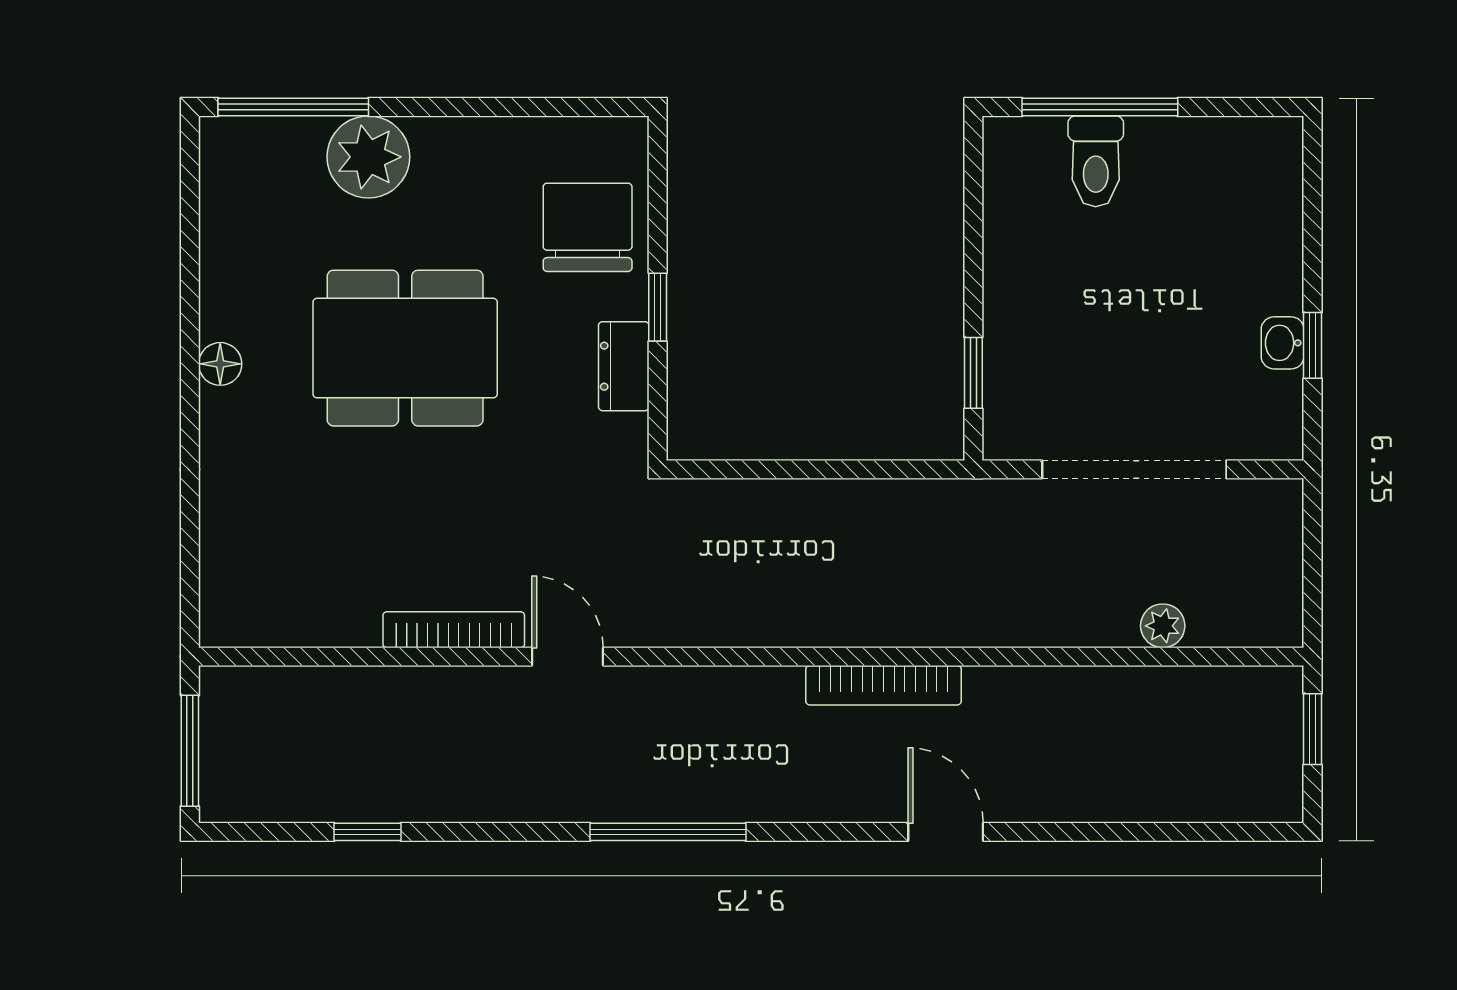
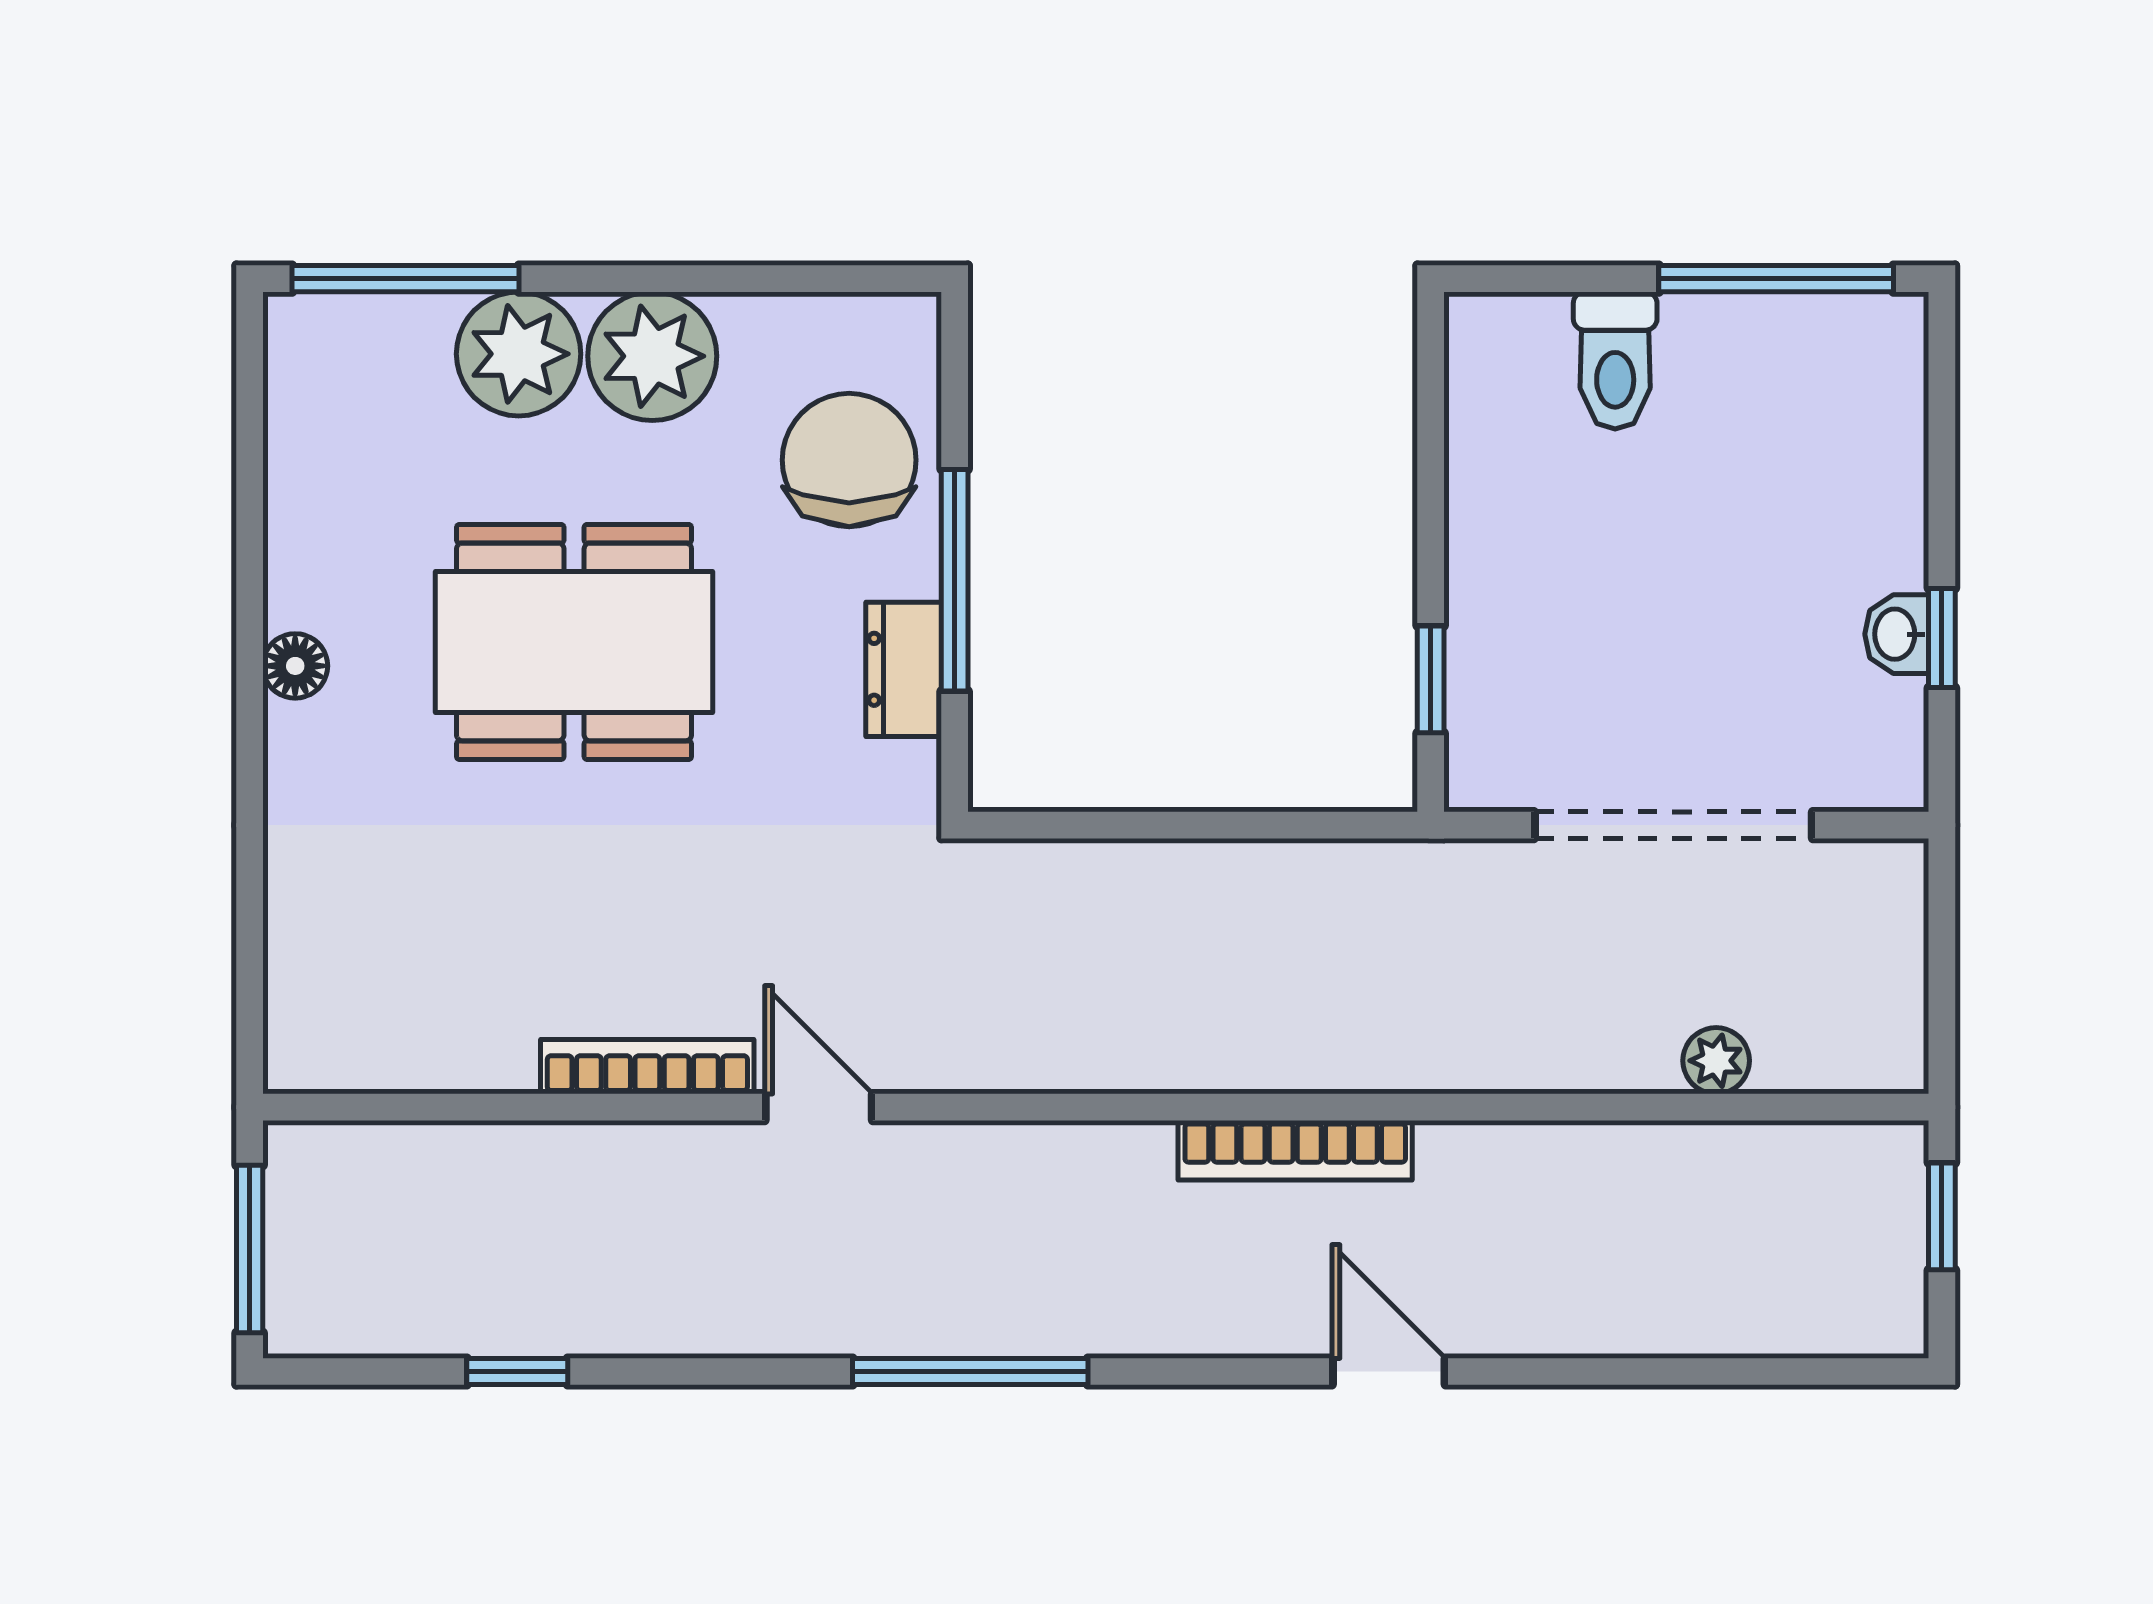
window: (1100, 107) -> (1776, 279), moved
plant: (457, 159) -> (652, 356), added
window: (658, 307) -> (955, 580), width x2.17

